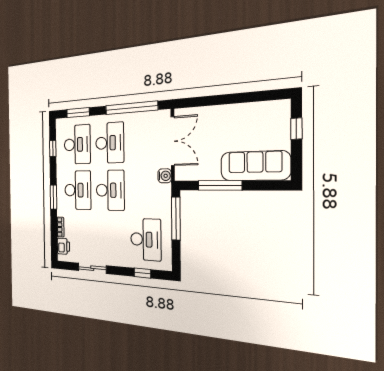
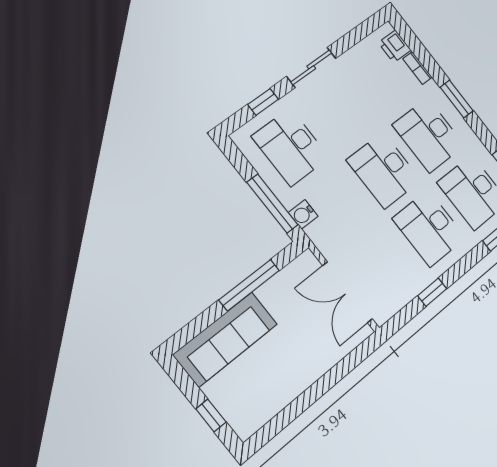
window: (131, 108) -> (432, 292), width x0.32
water cooler: (165, 176) -> (303, 214), moved
sliding door: (92, 268) -> (311, 67), moved

